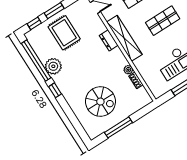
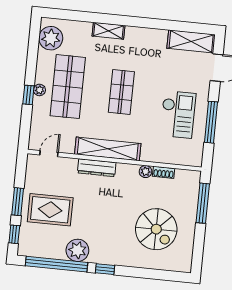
dresser: (109, 40) -> (97, 168), width x1.44
spiral stairs: (100, 102) -> (156, 229), turned 90
window: (118, 127) -> (203, 203), moved

